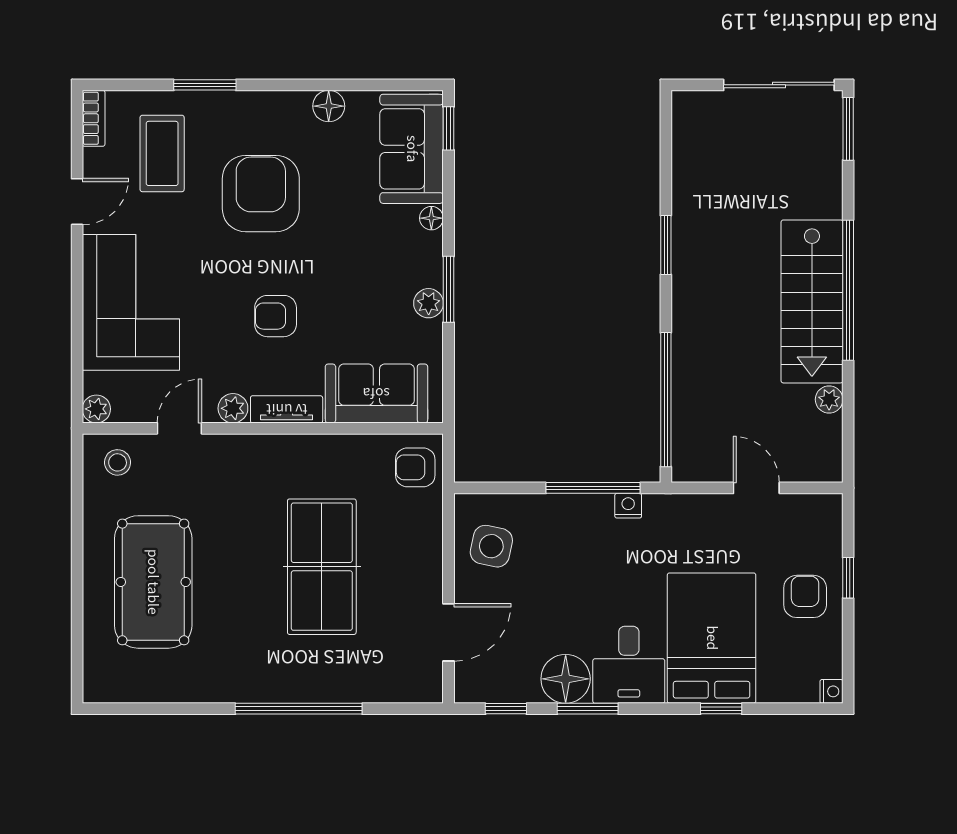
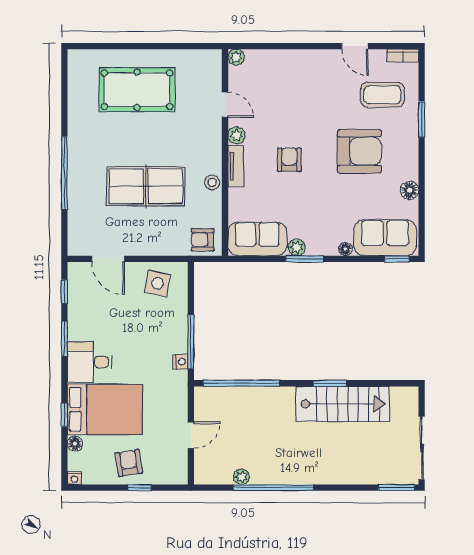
window: (848, 290) -> (273, 488), moved
stairs: (812, 301) -> (343, 404), moved, turned 180
corner sofa: (131, 302) -> (297, 77), removed
sofa: (376, 393) -> (257, 239), moved, turned -90
stool: (118, 462) -> (212, 182), moved
armchair: (415, 467) -> (203, 240), turned -90
armchair: (805, 596) -> (129, 463), turned -99
floor lamp: (566, 679) -> (75, 444), moved, width x0.53, depth x0.53

